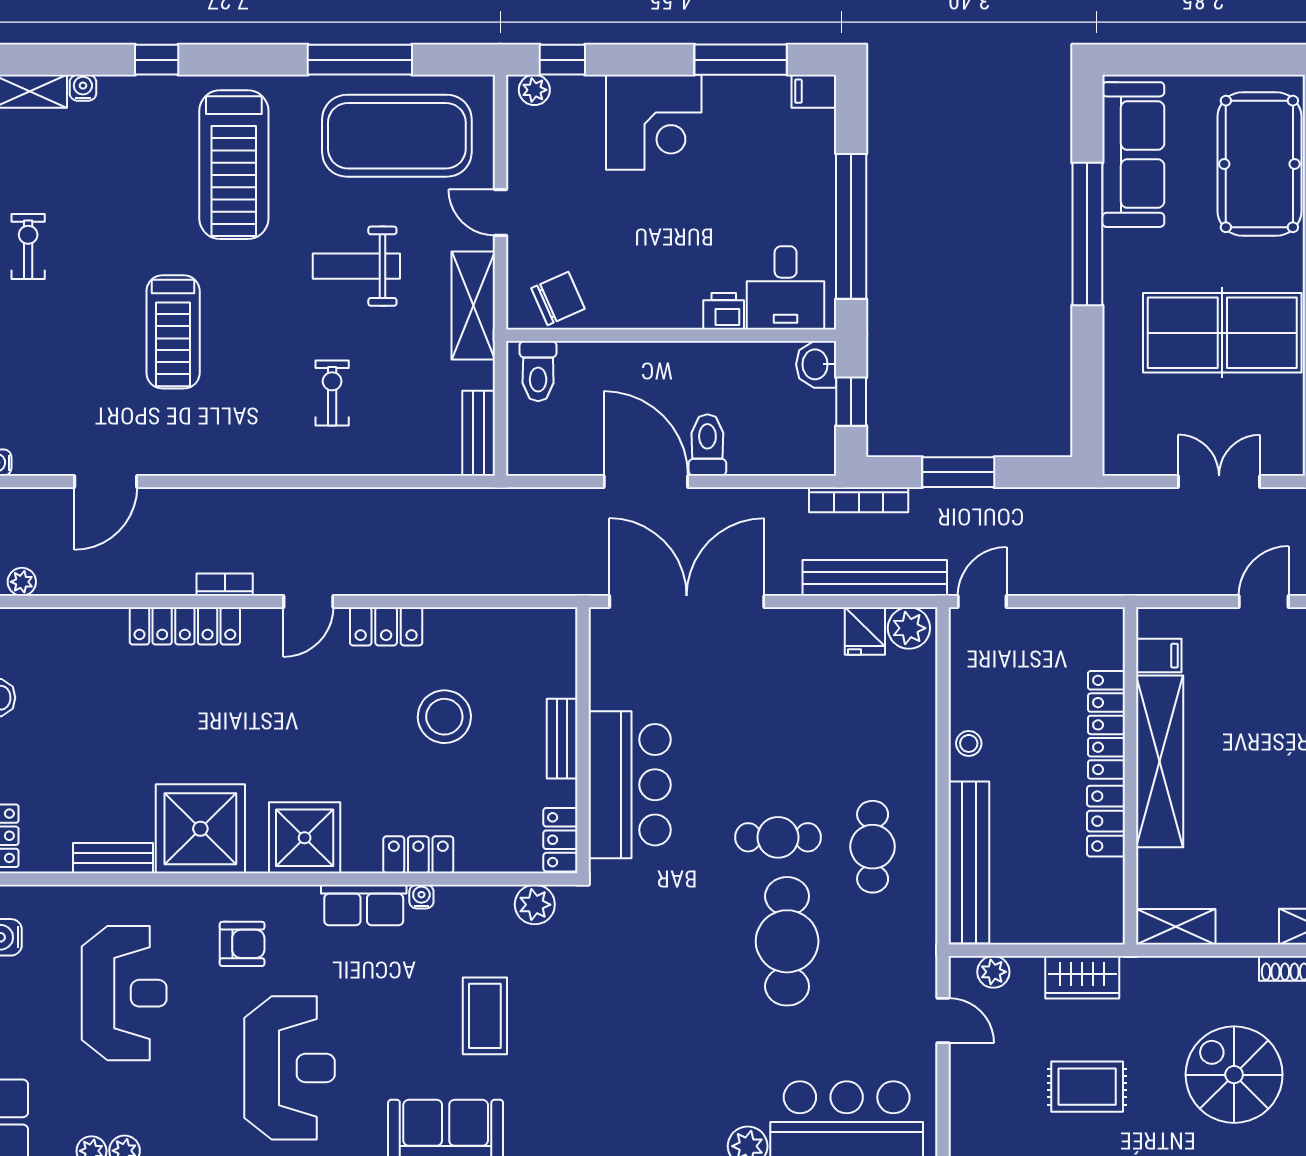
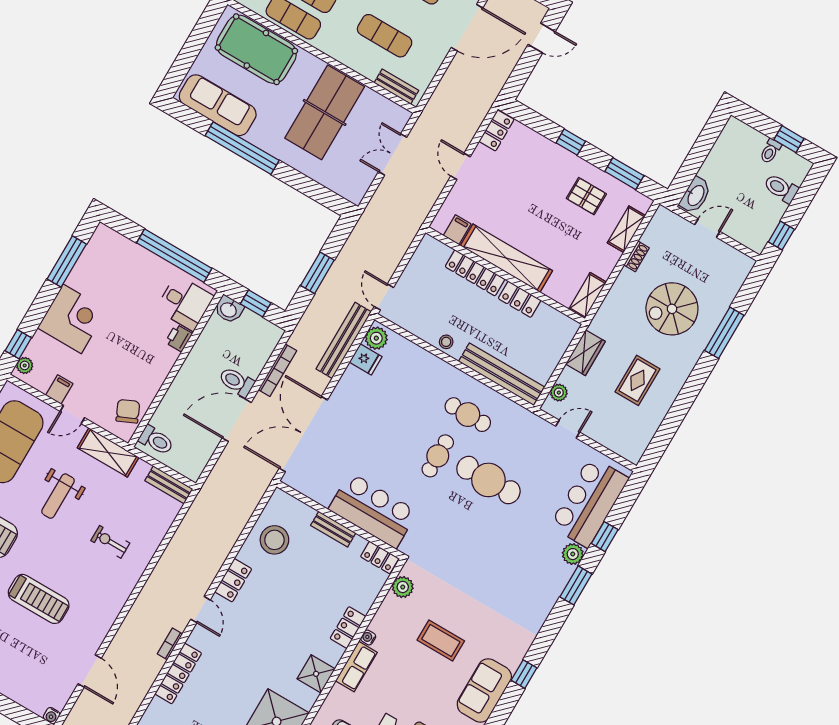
filing cabinet: (814, 91) -> (59, 389), moved, turned 180
bookcase: (859, 500) -> (277, 370), moved
stool: (444, 717) -> (274, 540), moved
shower: (305, 838) -> (316, 674), width x0.73, depth x0.73

